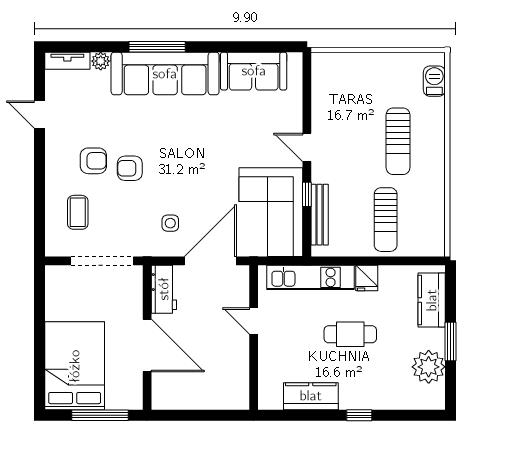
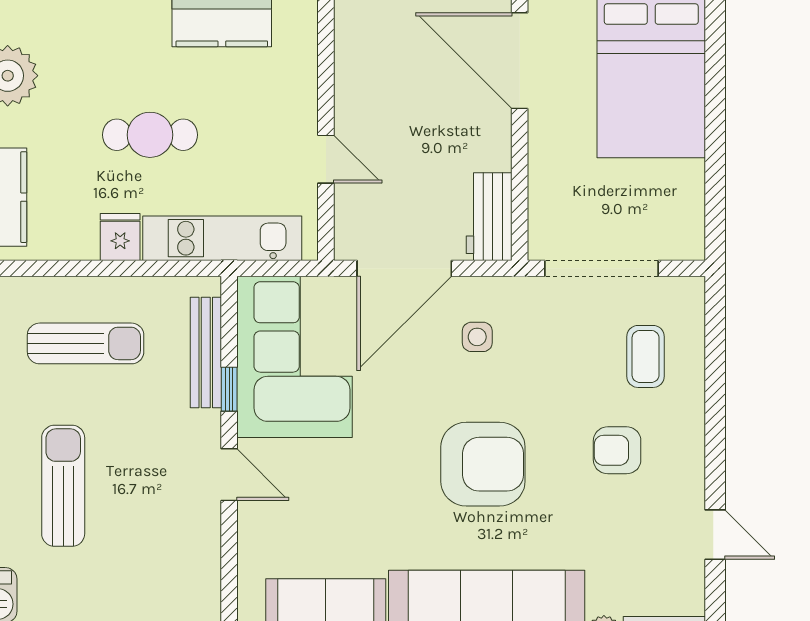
armchair: (130, 168) -> (483, 464), moved, width x1.88, depth x1.88
sun lounger: (386, 220) -> (86, 343), turned 90
door: (147, 346) -> (520, 61), moved

